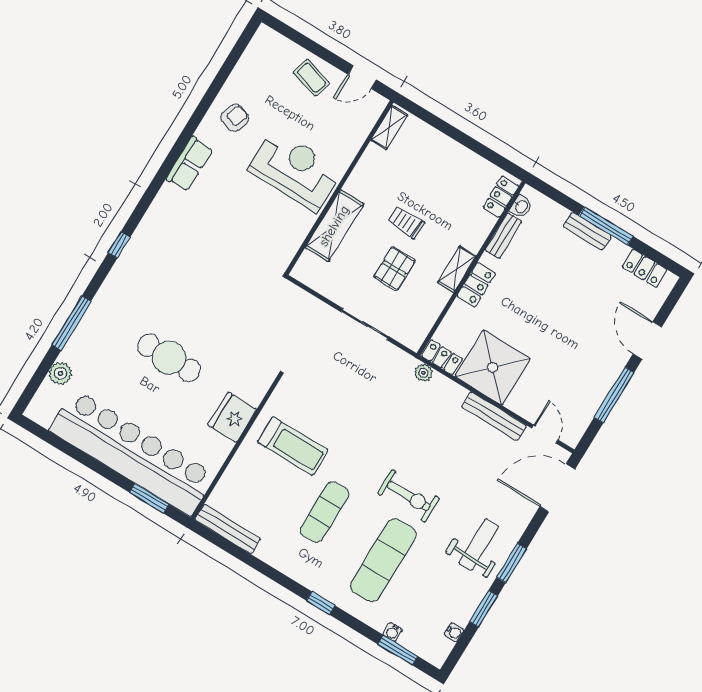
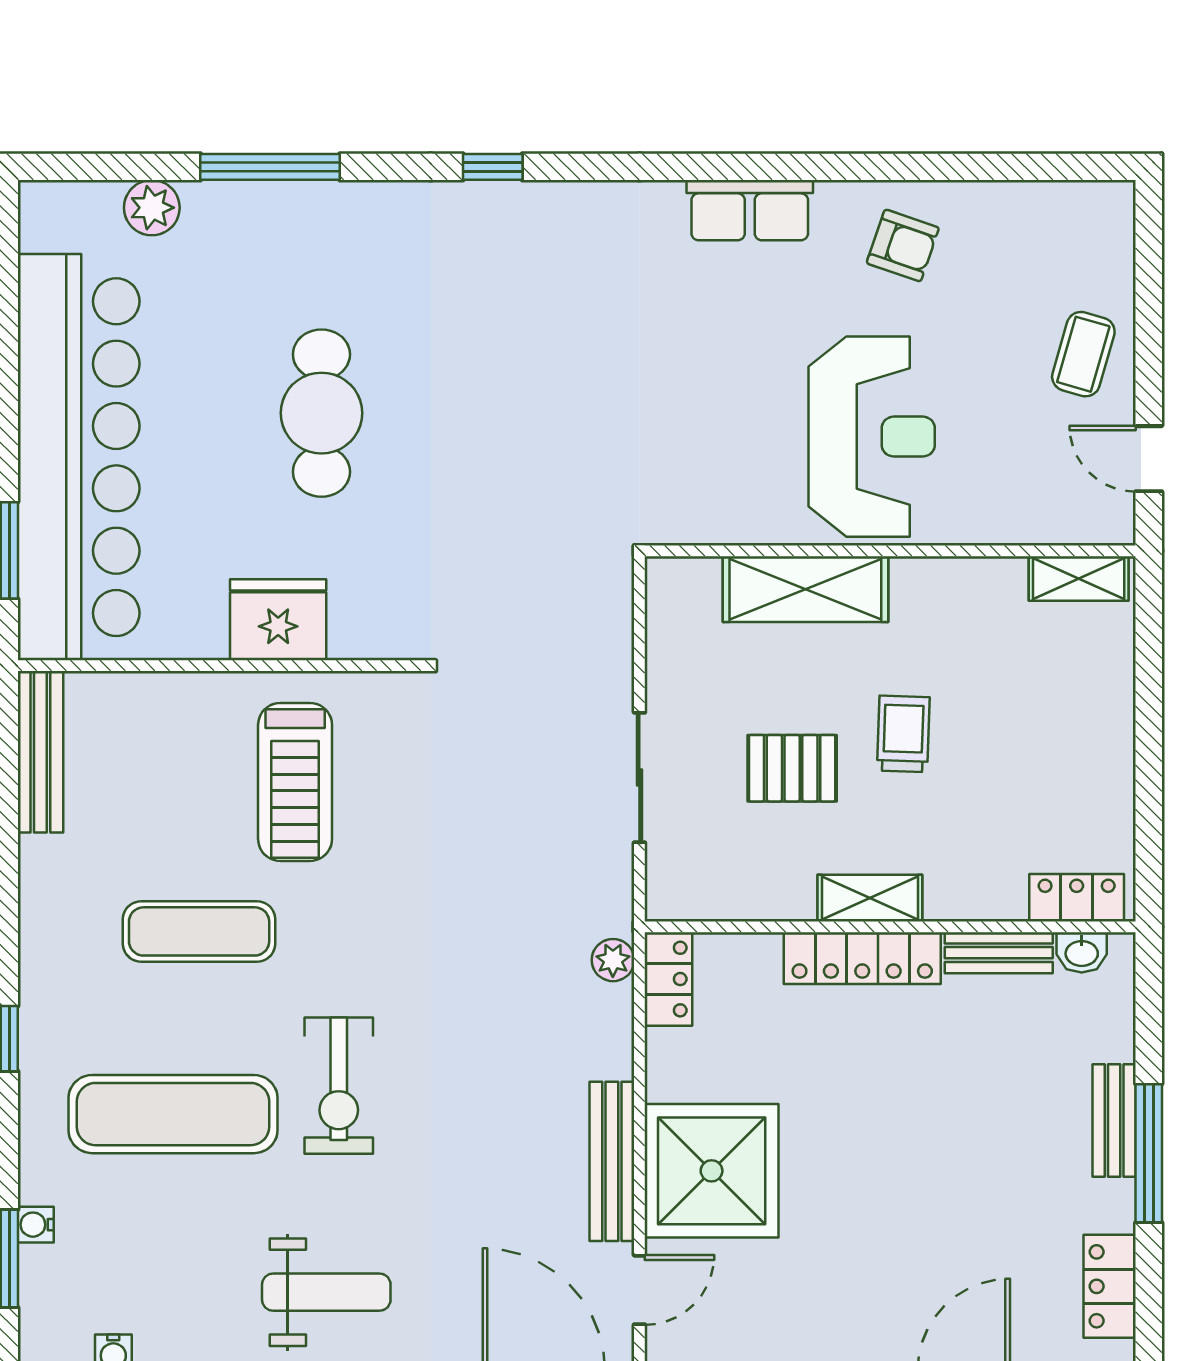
locker: (476, 285) -> (862, 958), width x1.53
shower: (493, 367) -> (712, 1171), moved

